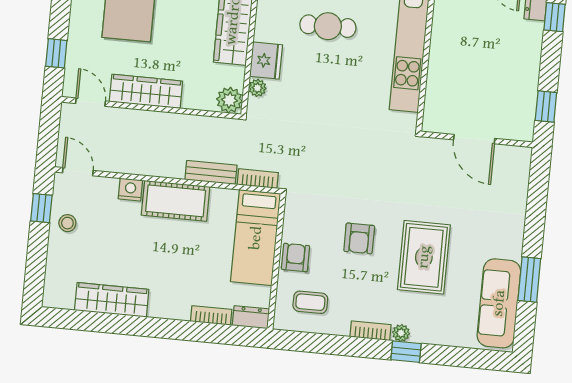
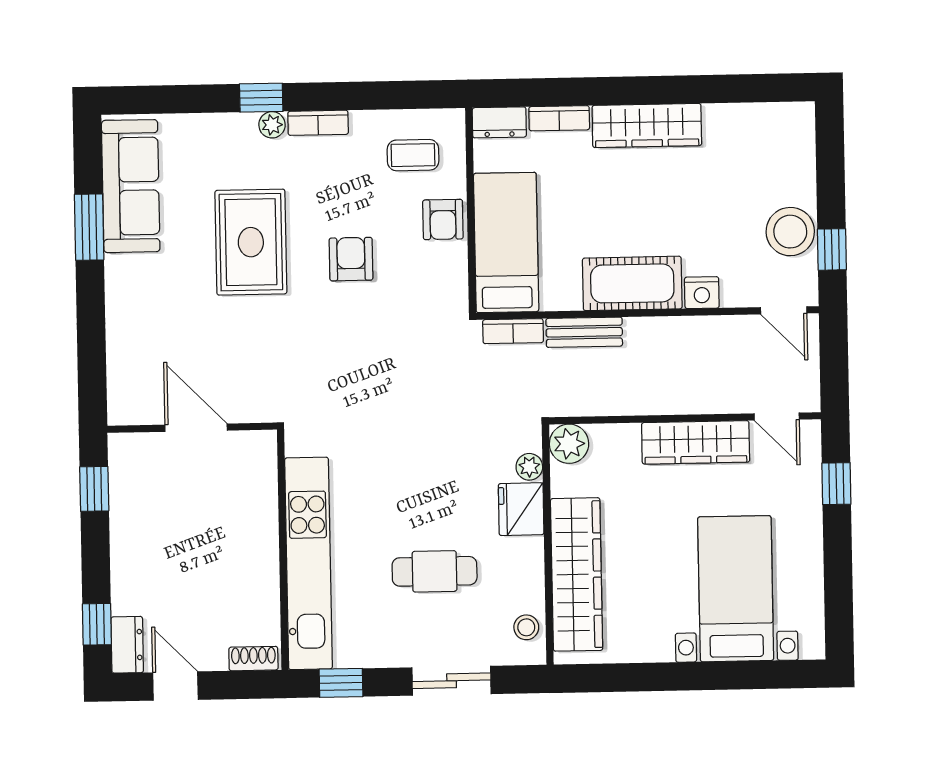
stool: (67, 223) -> (790, 232), width x1.89, depth x1.89
wardrobe: (112, 300) -> (647, 125), moved

